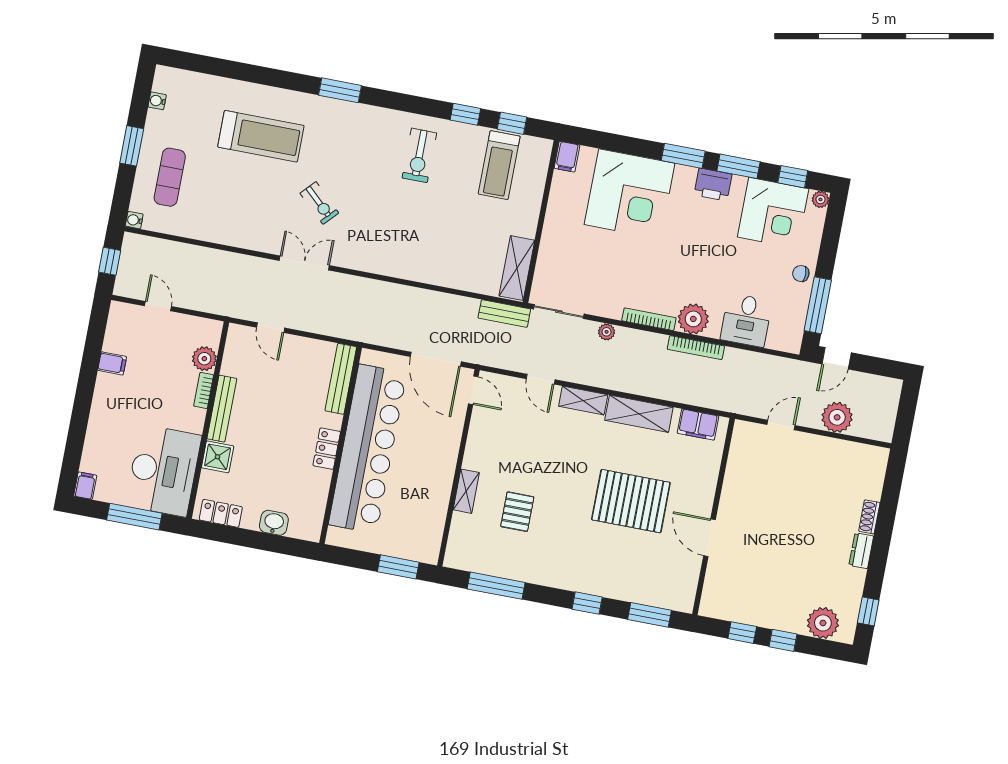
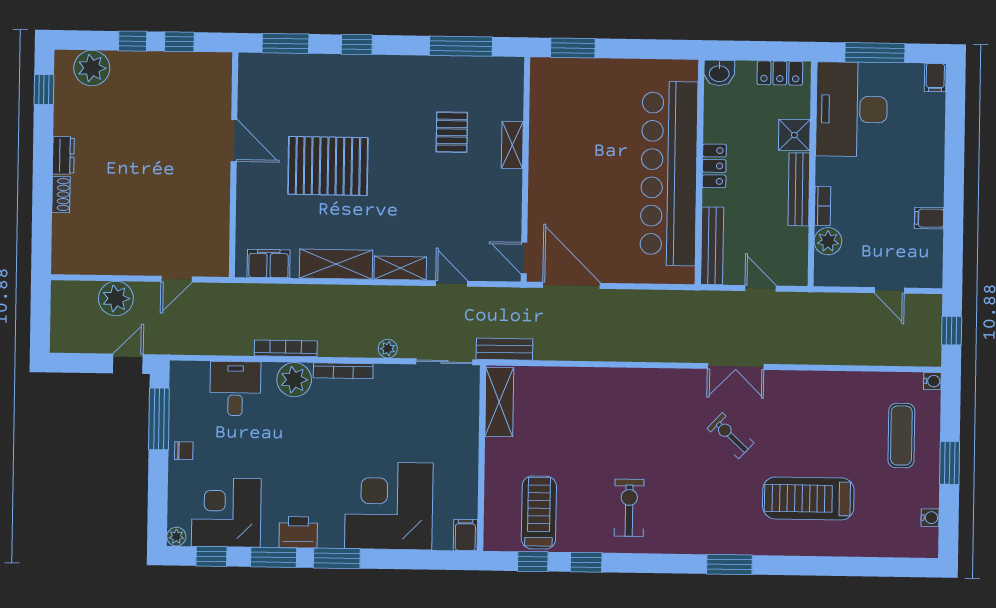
bench: (341, 379) -> (712, 246), moved
wall: (341, 445) -> (700, 172), moved
locker: (327, 449) -> (714, 166), moved
bar counter: (368, 449) -> (669, 174), moved

